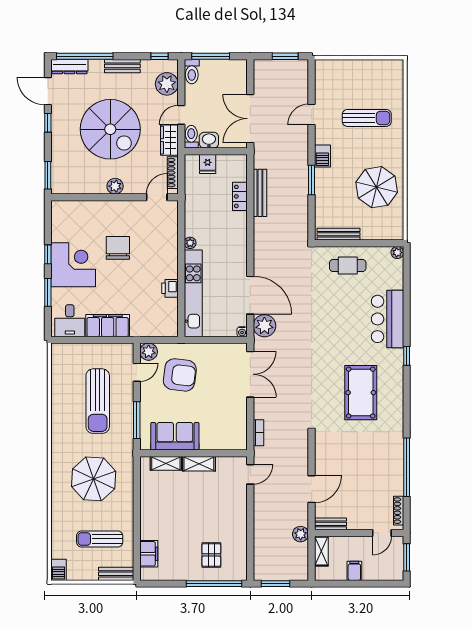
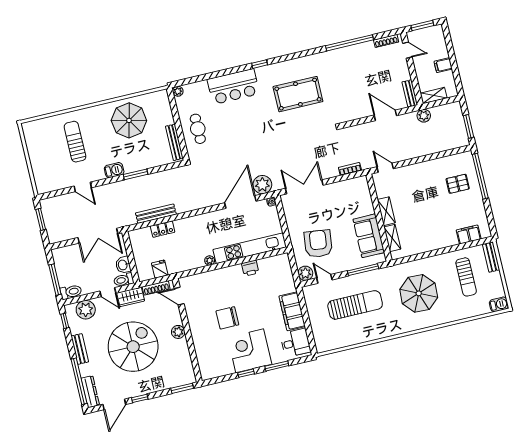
fridge: (208, 164) -> (160, 269), moved, turned -90

